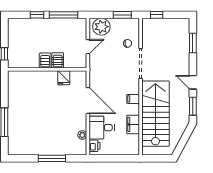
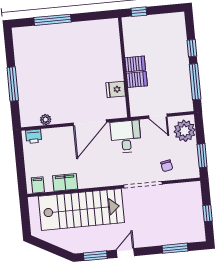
window: (157, 15) -> (207, 213), moved
filing cabinet: (133, 99) -> (38, 185), moved
desk: (102, 128) -> (126, 137), moved

